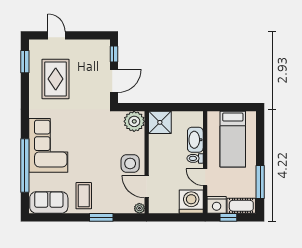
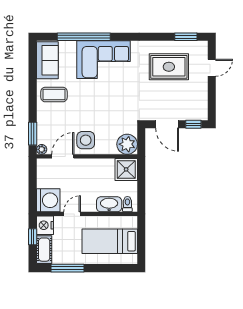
toilet: (195, 158) -> (127, 204), moved
window: (101, 217) -> (33, 134), moved

